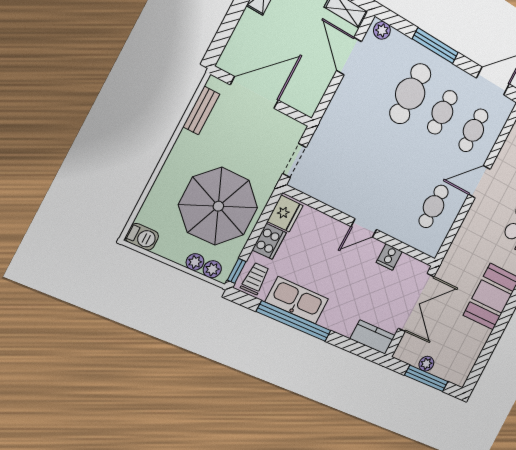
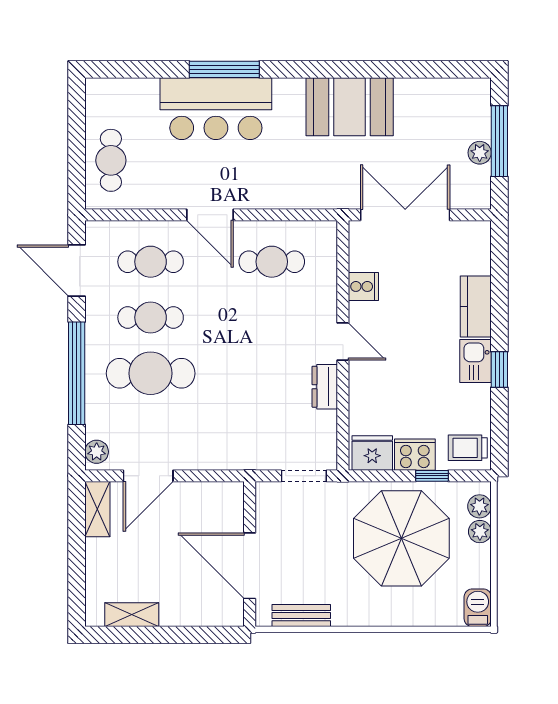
window: (435, 46) -> (77, 373), width x1.46
dresser: (343, 203) -> (325, 387), added
window: (237, 271) -> (432, 476), moved
kitchen sink: (297, 300) -> (475, 361), width x0.53, depth x0.81
window: (294, 321) -> (499, 370), width x0.32
kitchen counter: (373, 337) -> (476, 306), moved

